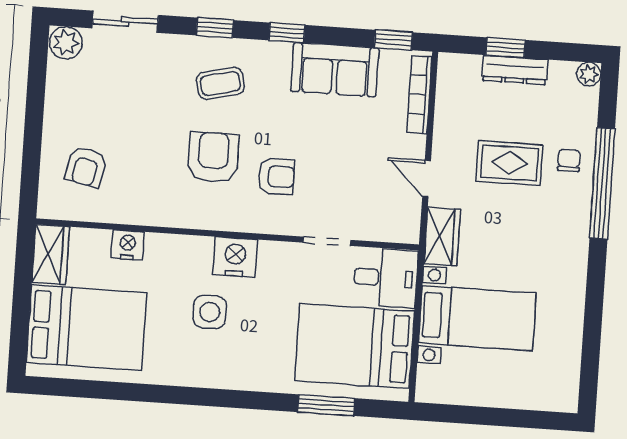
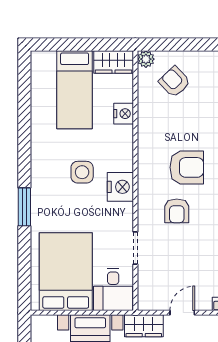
armchair: (86, 167) -> (175, 82), turned 34
plant: (50, 207) -> (146, 59), added
bed: (87, 328) -> (75, 90), width x0.67
window: (326, 405) -> (24, 207), moved

